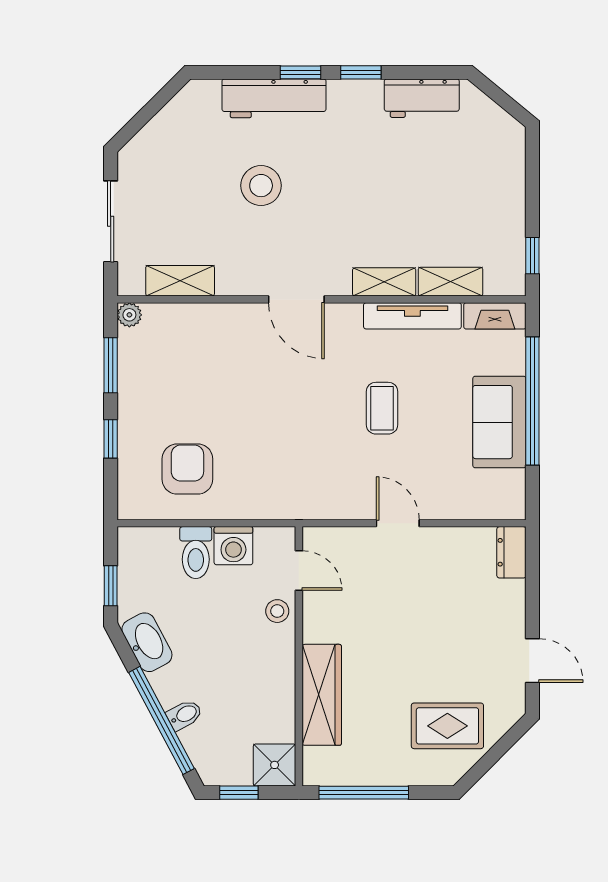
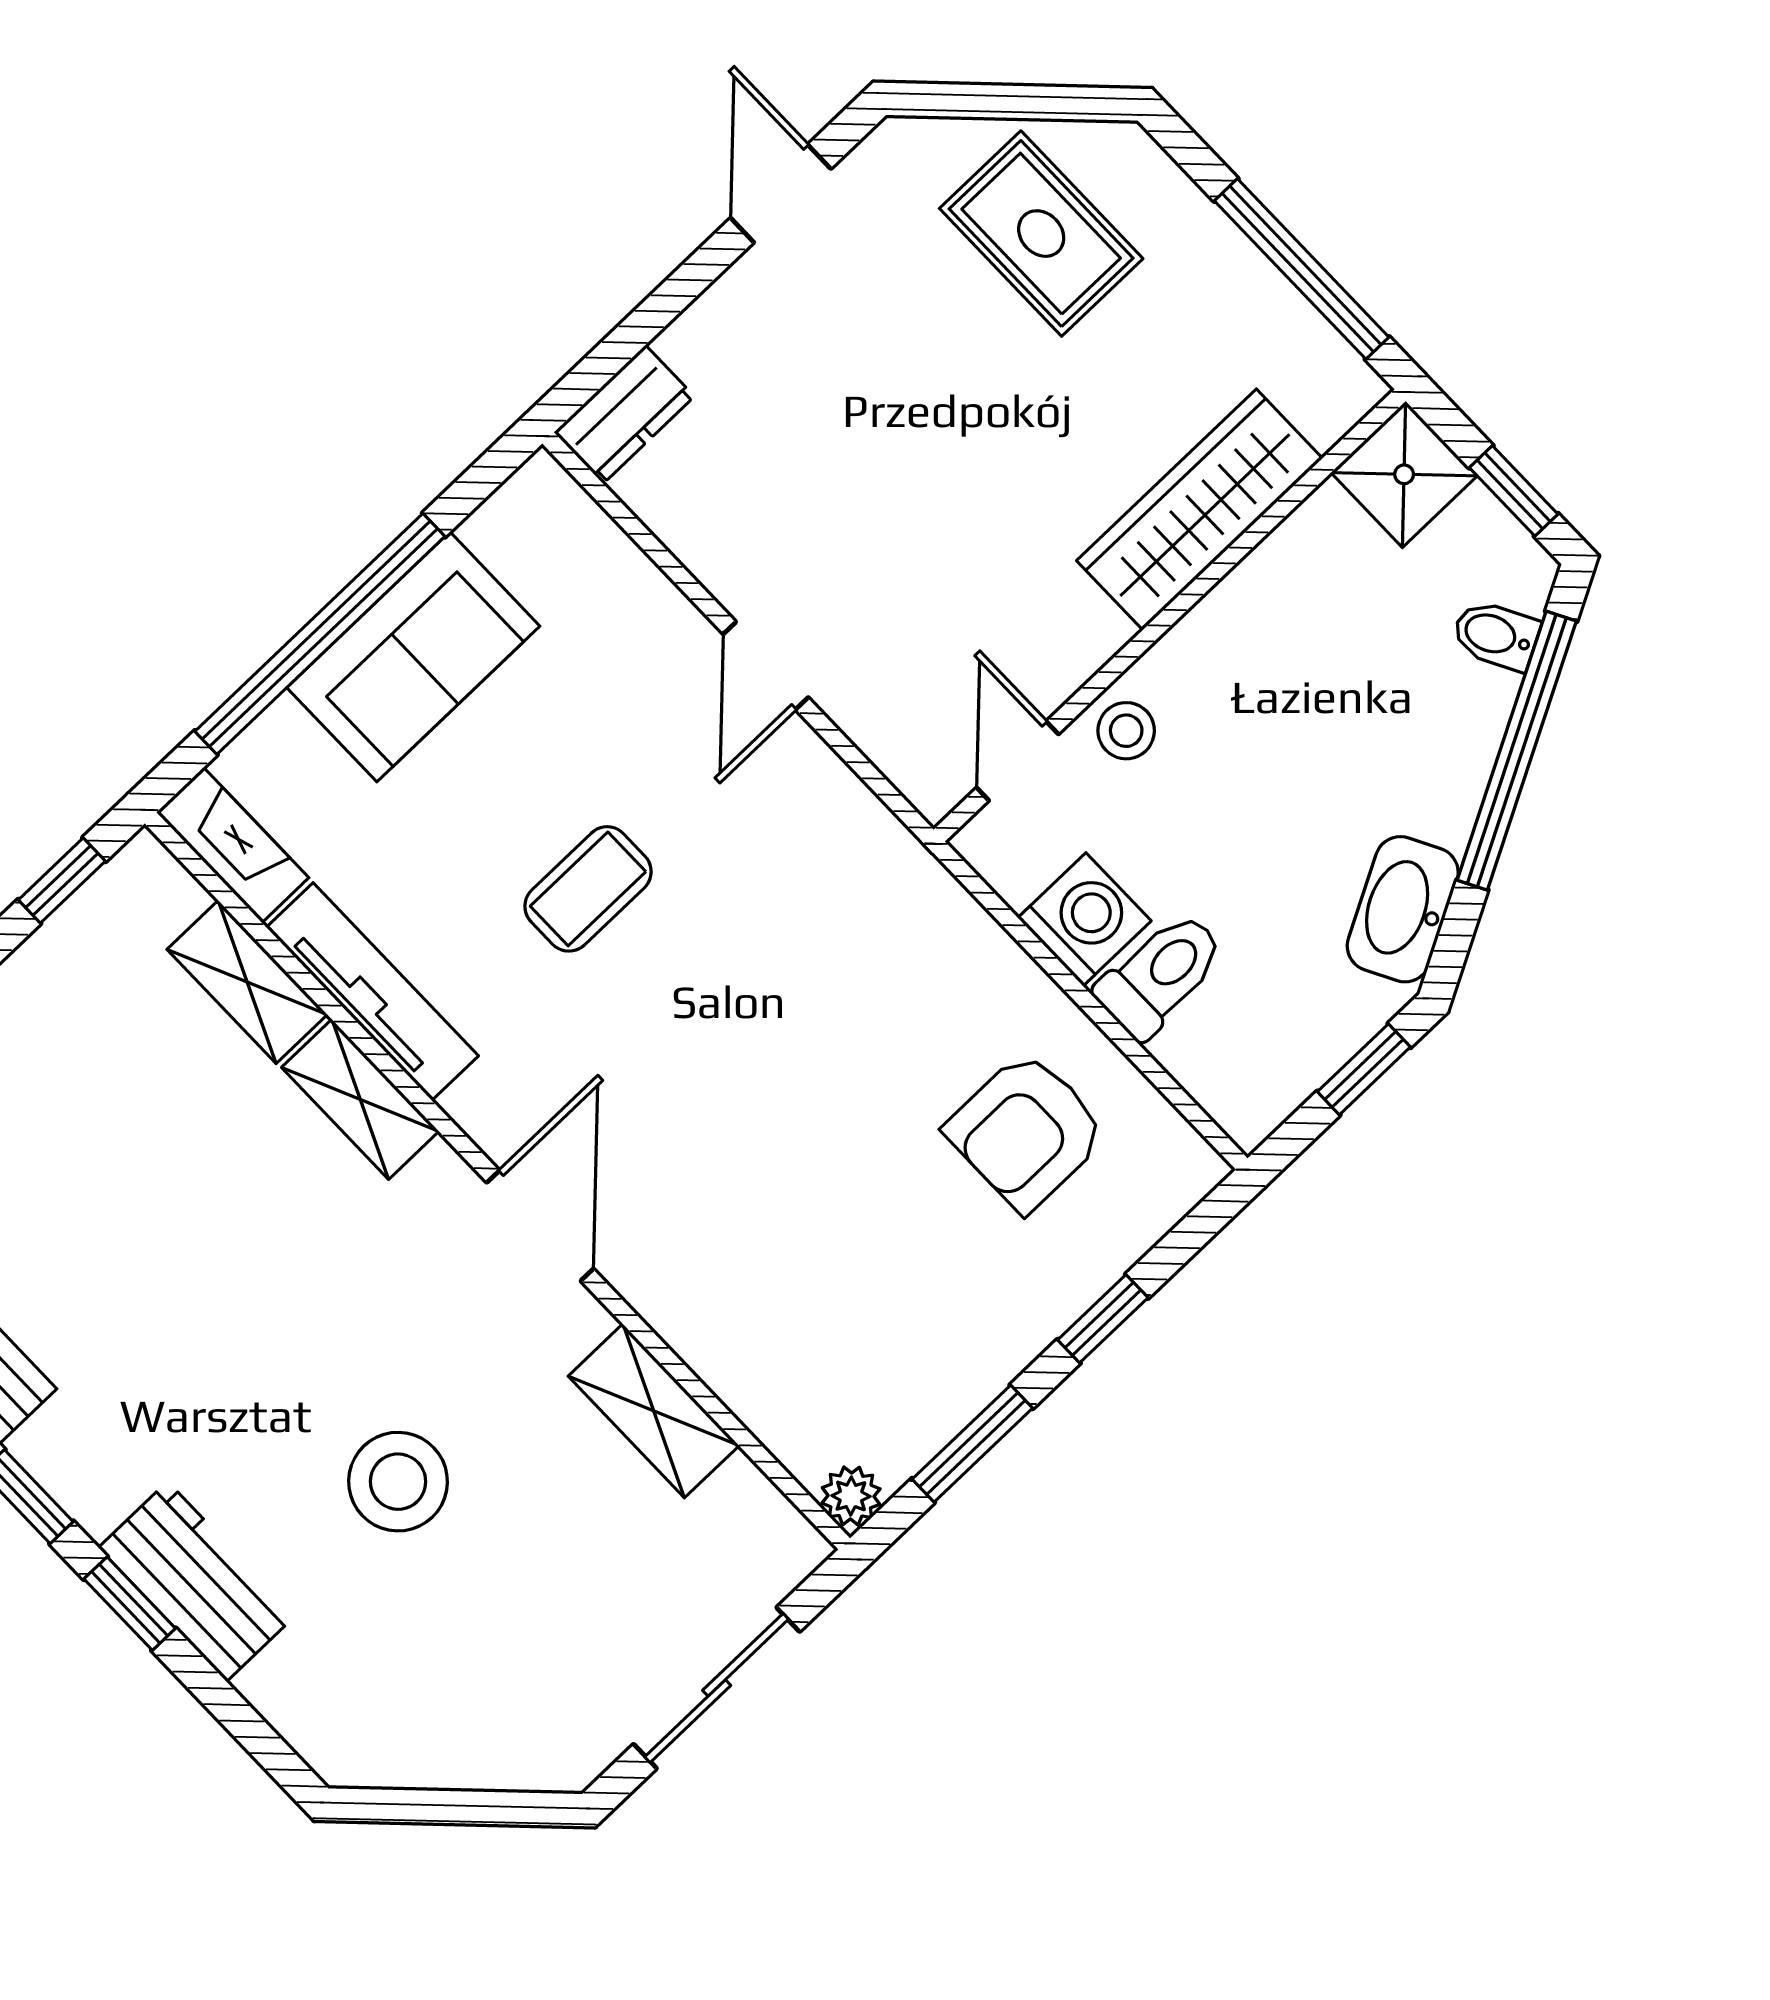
workbench: (274, 98) -> (197, 1582), width x0.73
shelving: (180, 281) -> (654, 1411), moved
bidet: (184, 715) -> (1496, 635), moved

